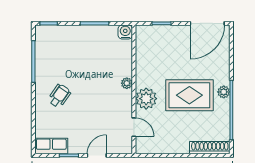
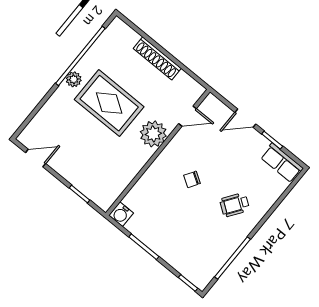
door: (207, 23) -> (36, 158), width x0.53
plant: (127, 83) -> (160, 164), removed
chair: (99, 90) -> (192, 179), added
door: (134, 127) -> (187, 116), swing flipped
shoe rack: (210, 148) -> (157, 58), moved

